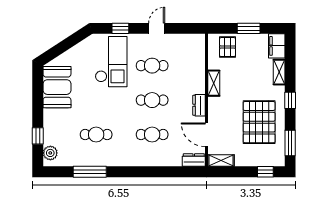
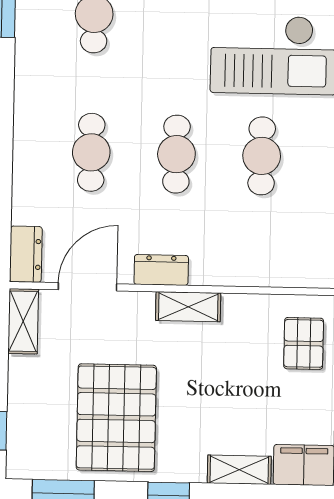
pallet: (228, 47) -> (304, 343), turned 90
shelving: (214, 83) -> (188, 307), moved
pallet: (259, 122) -> (116, 418), turned 90

